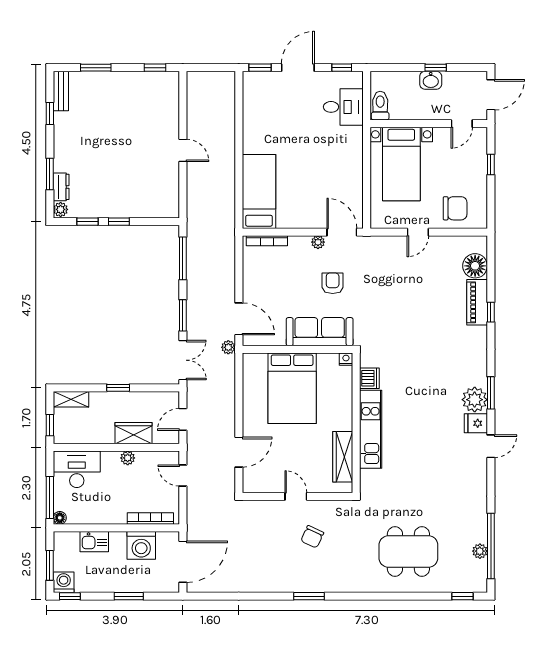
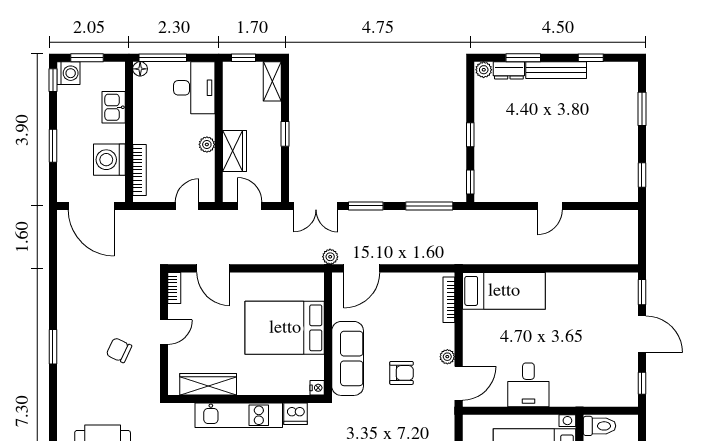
bench: (61, 91) -> (556, 70), moved, width x1.36
desk: (343, 107) -> (528, 385), moved
window: (88, 222) -> (470, 182), moved
bookcase: (256, 487) -> (174, 288), added

